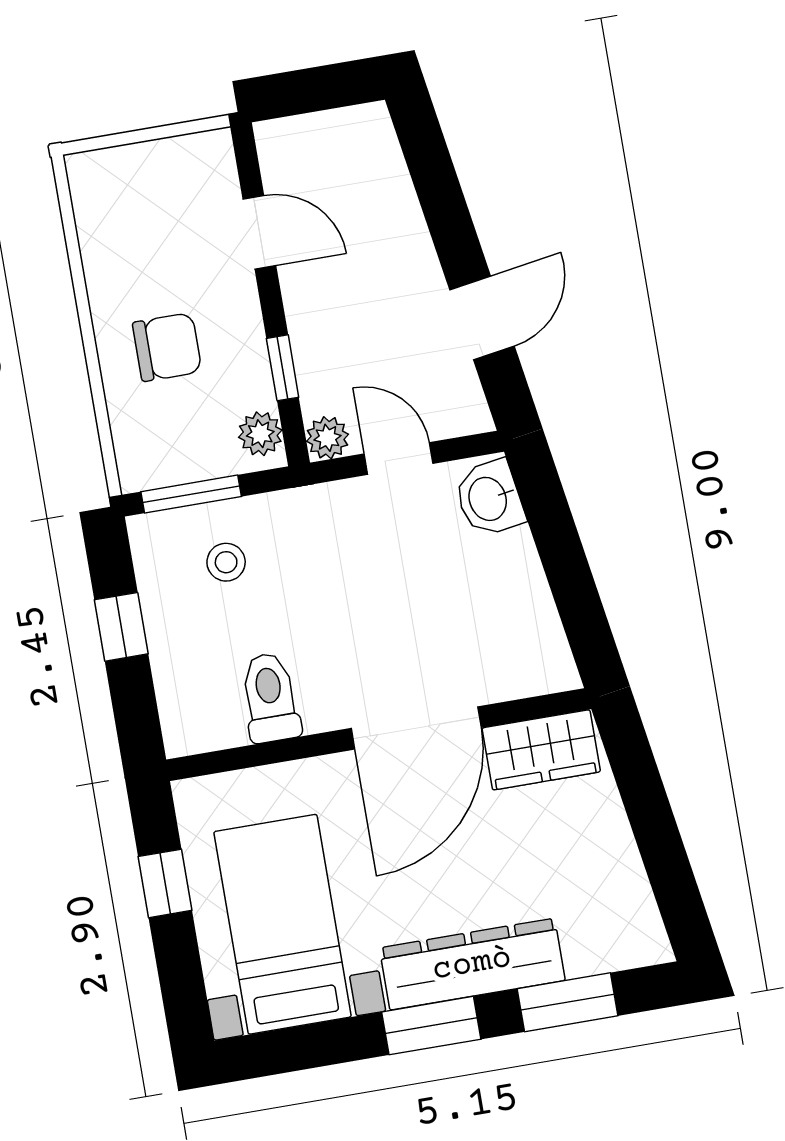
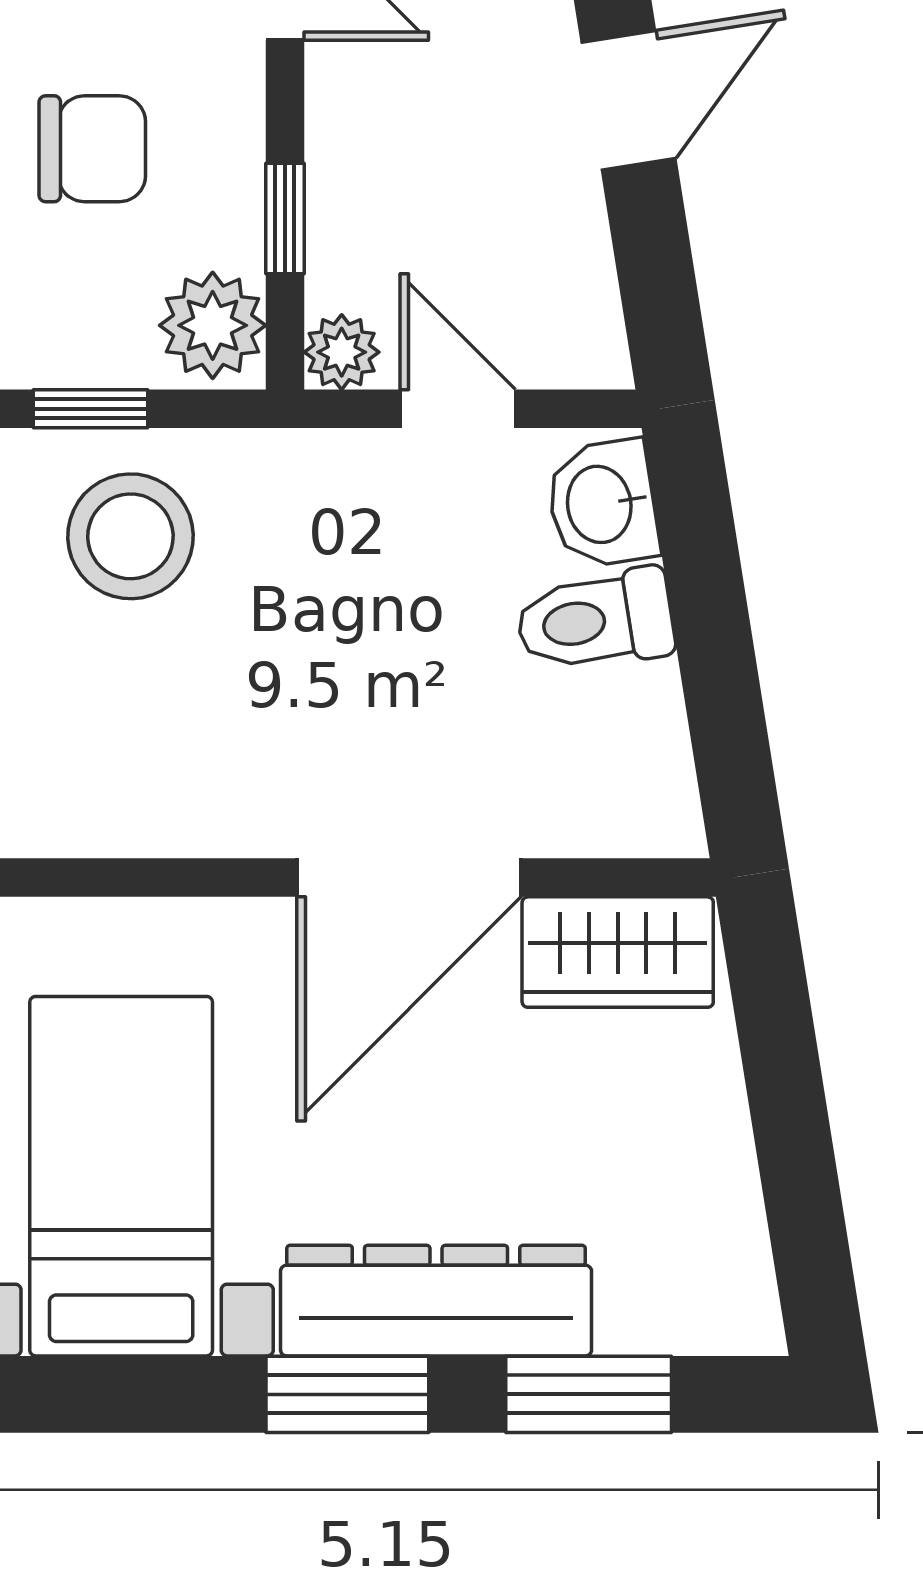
door: (482, 318) -> (628, 100), moved
plant: (260, 434) -> (213, 325), width x1.38, depth x1.38
window: (191, 494) -> (90, 409), width x0.67
stool: (226, 562) -> (130, 536), width x1.89, depth x1.89
toilet: (270, 698) -> (595, 620), moved, turned -99

